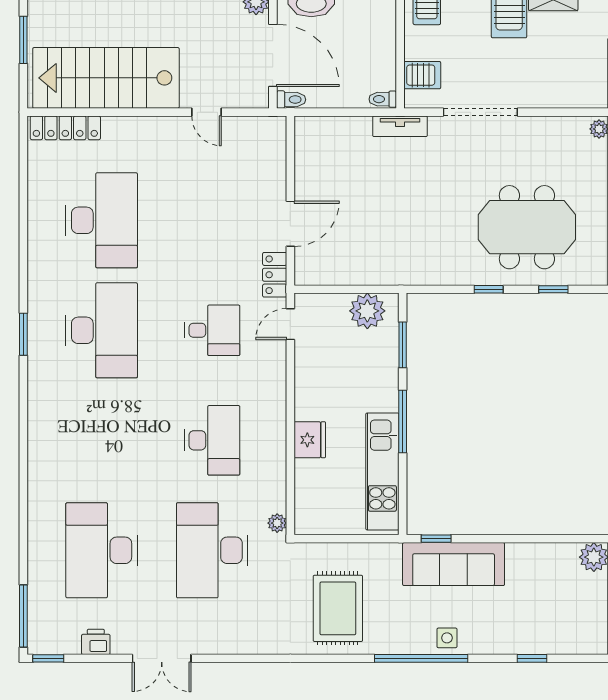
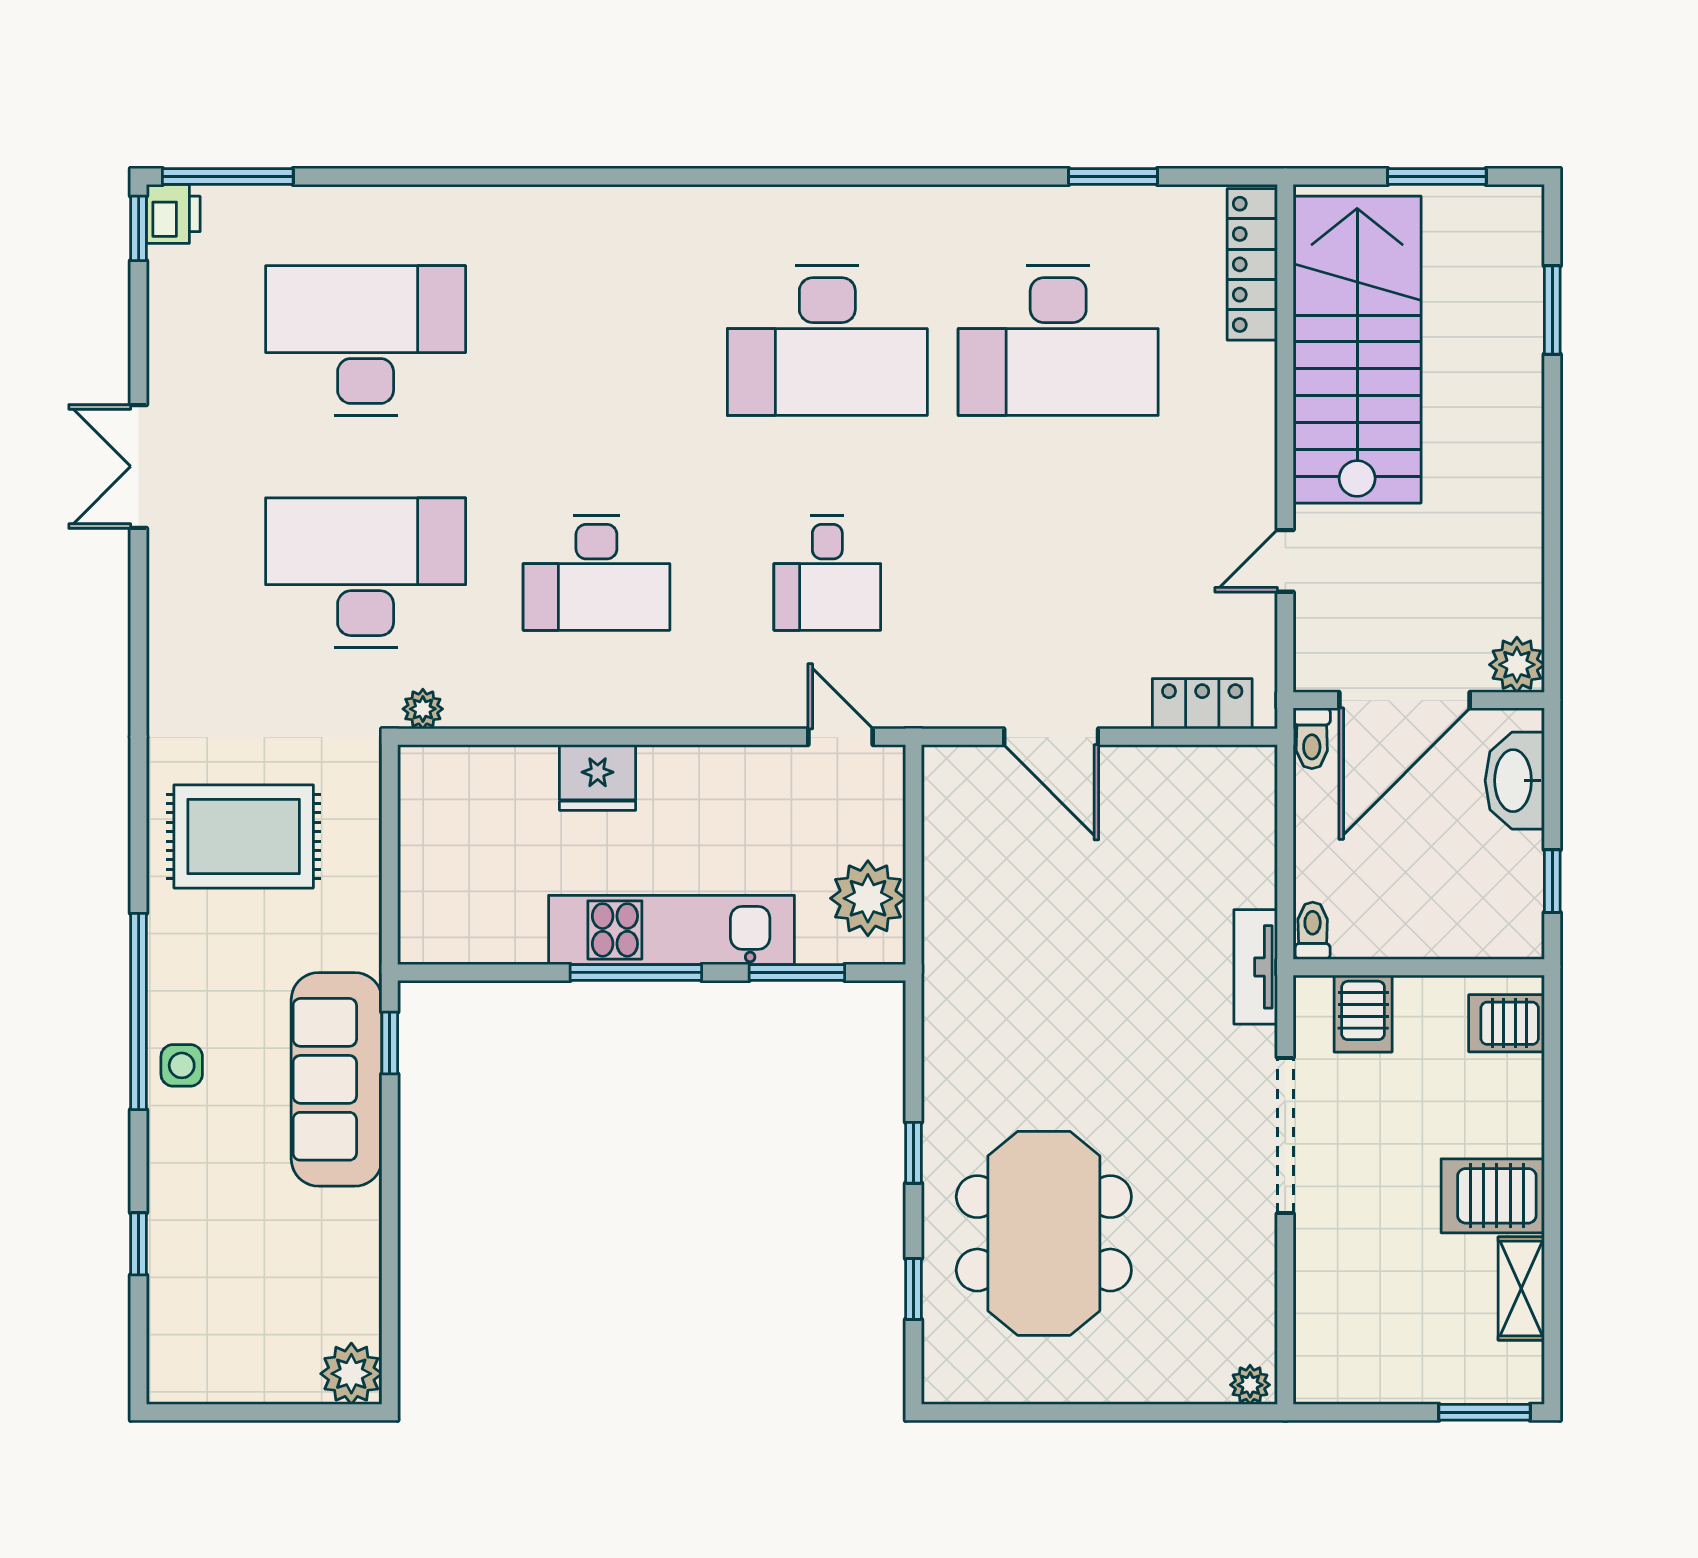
locker: (275, 275) -> (1202, 704), moved
window: (23, 334) -> (1113, 176), moved
kitchen unit: (382, 471) -> (671, 930), moved
printer: (96, 642) -> (173, 214), moved

